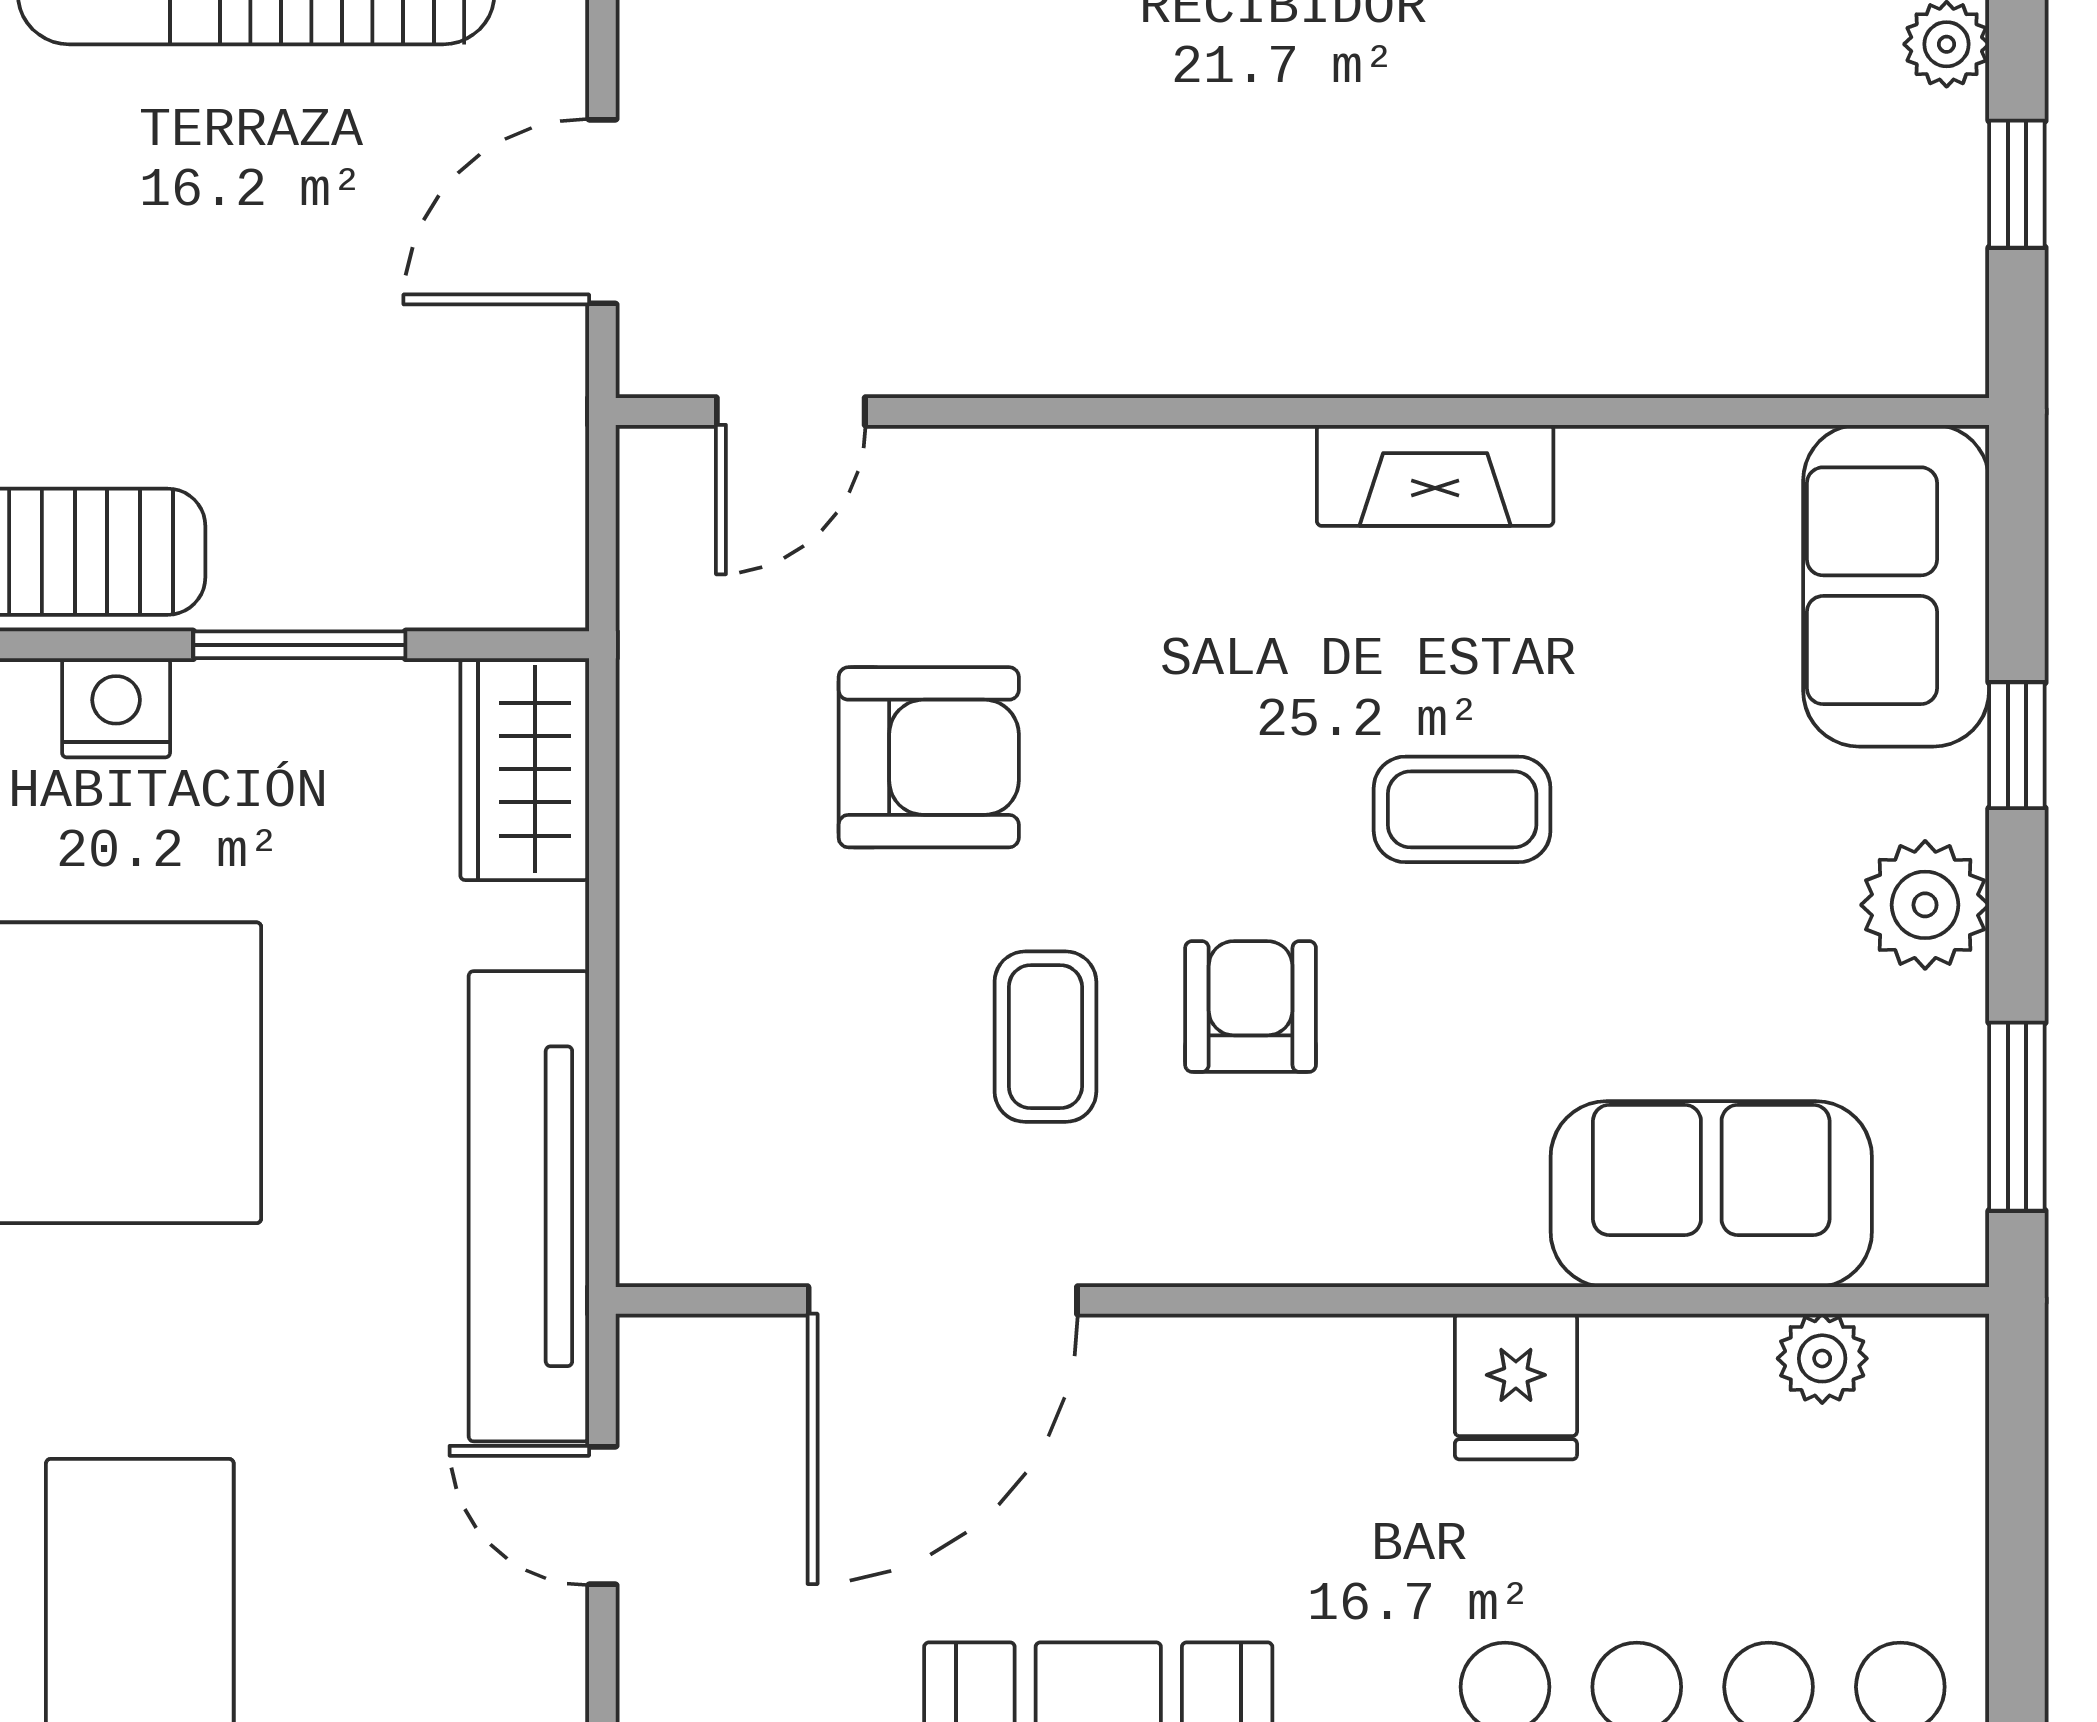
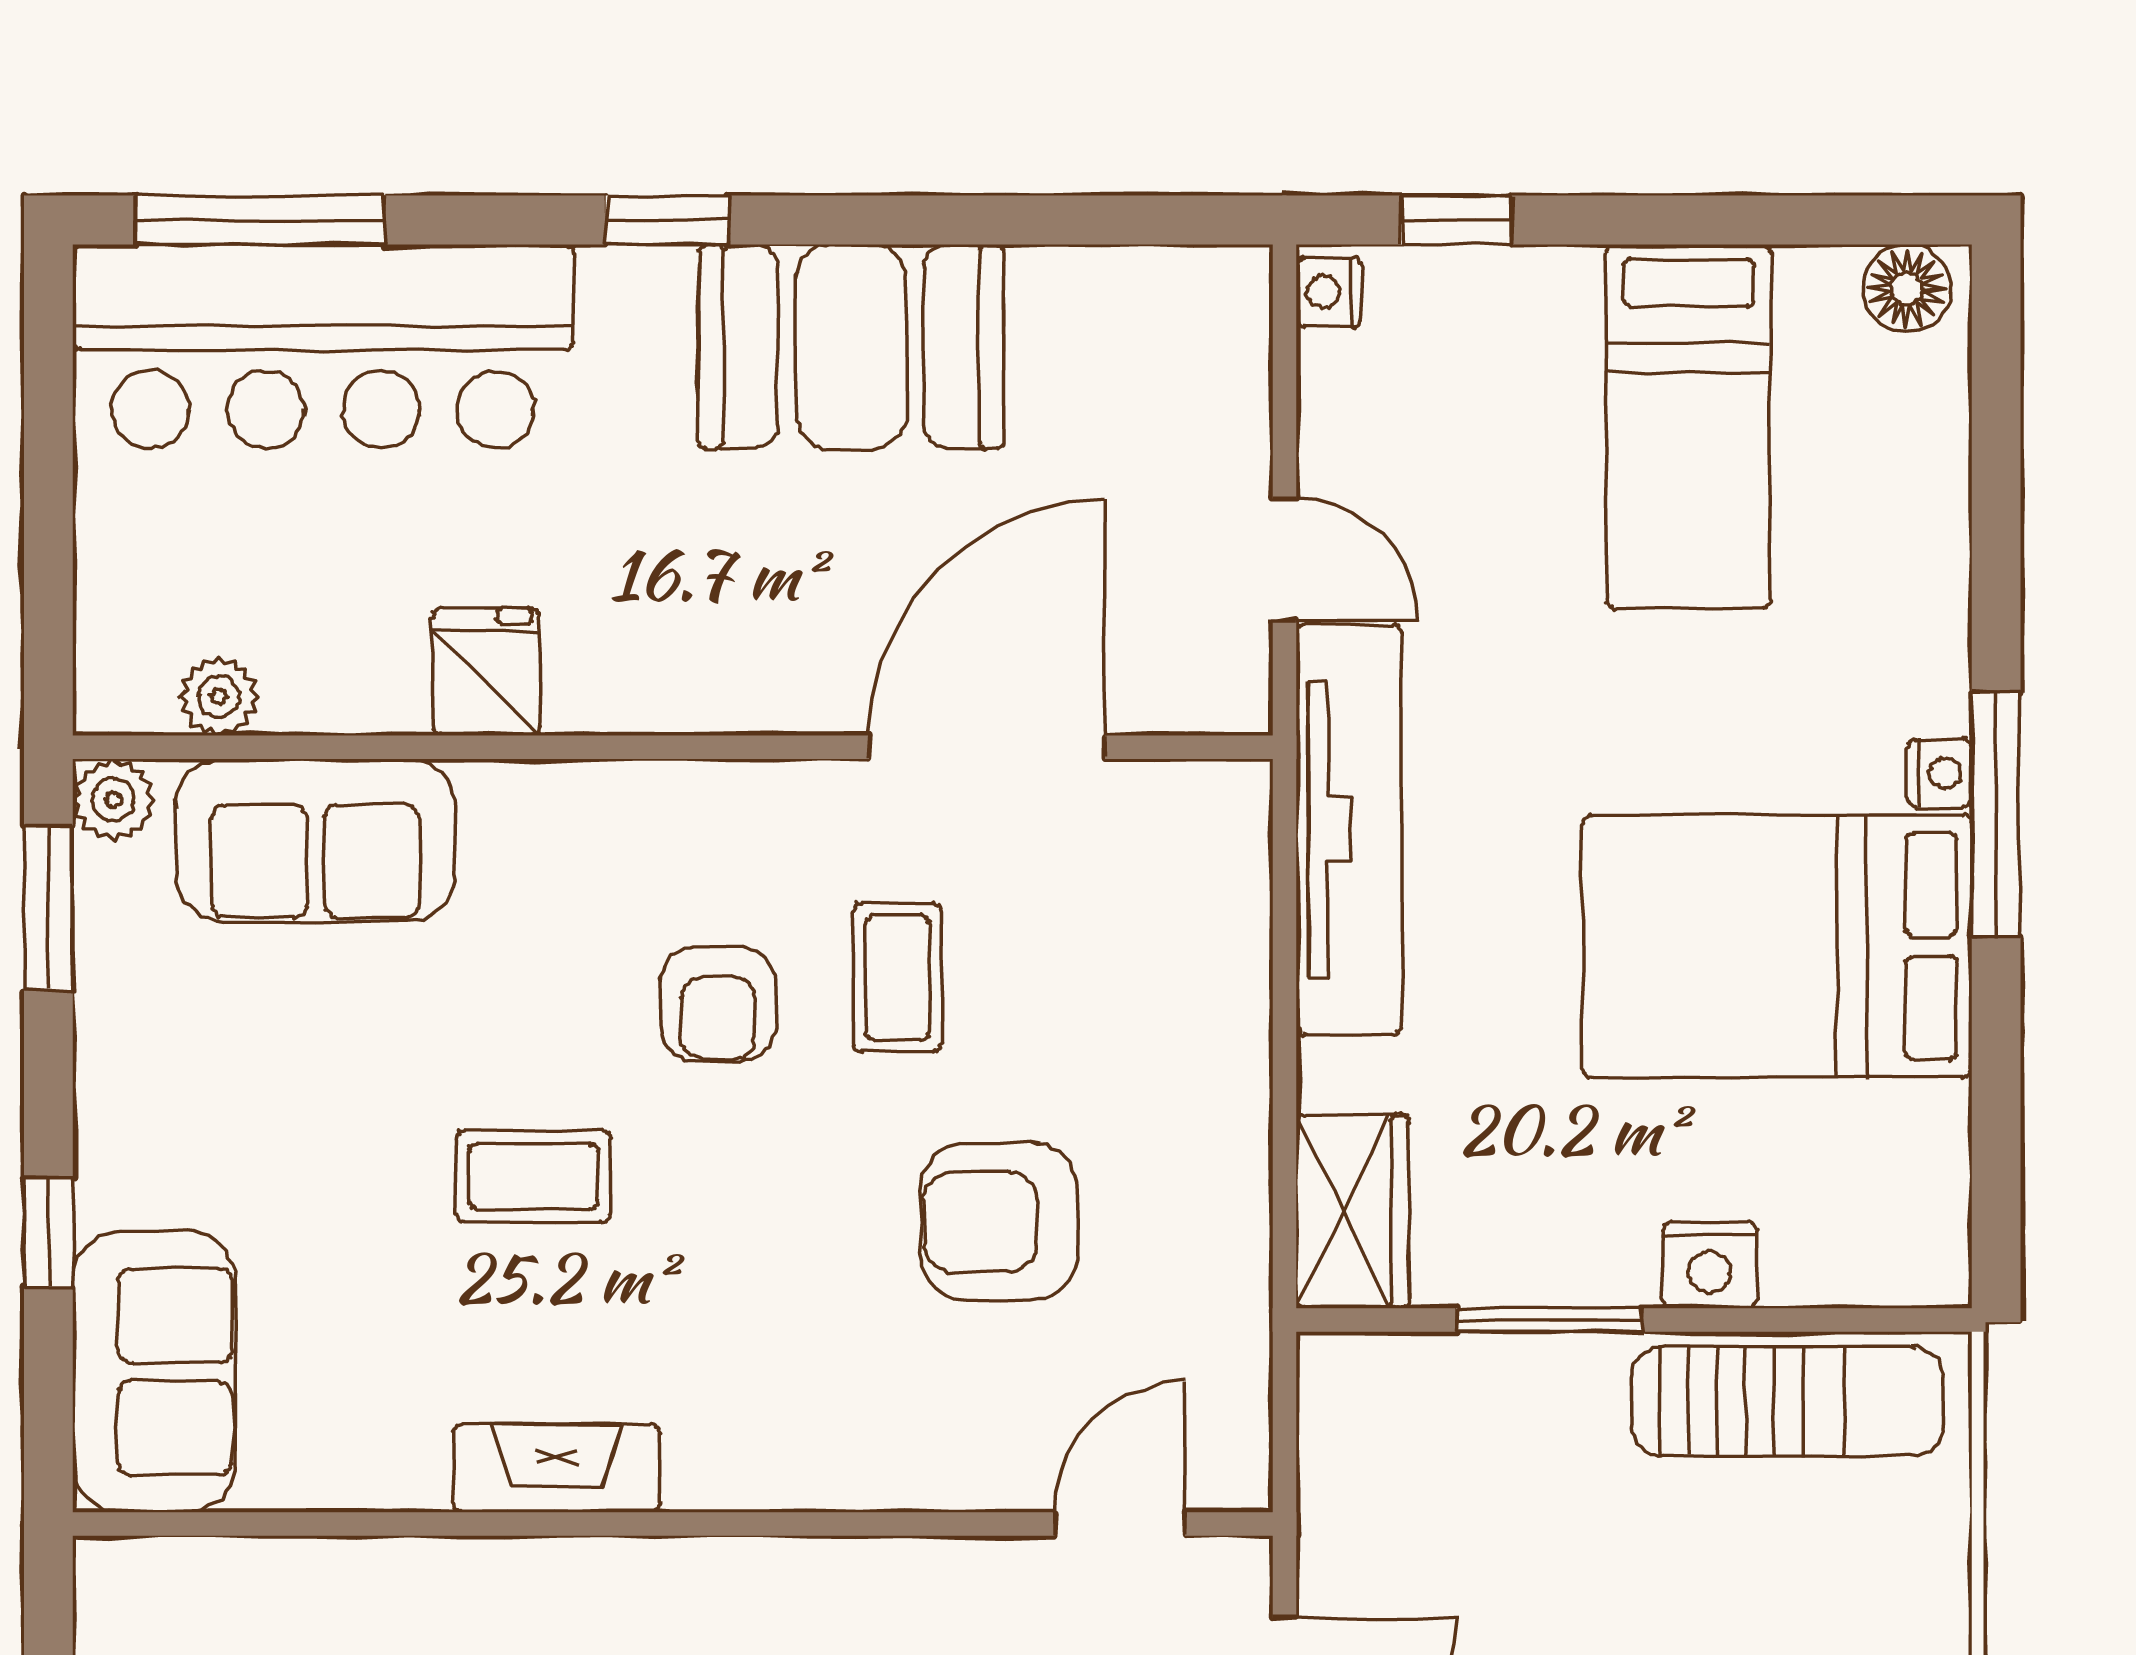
plant: (1925, 905) -> (113, 800), moved, width x0.73, depth x0.73

